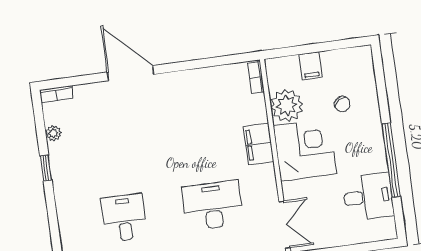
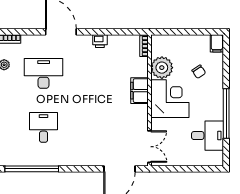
filing cabinet: (311, 66) -> (217, 43), moved
printer: (190, 79) -> (100, 41), added
desk: (213, 206) -> (44, 73), moved

